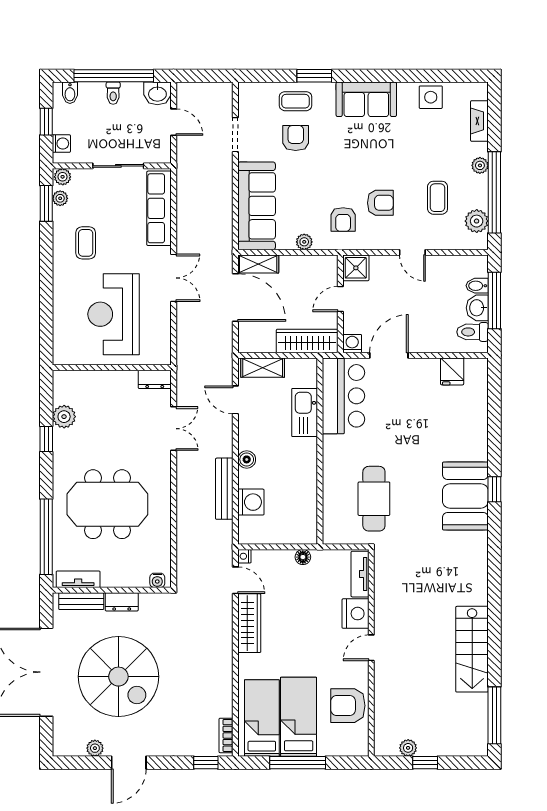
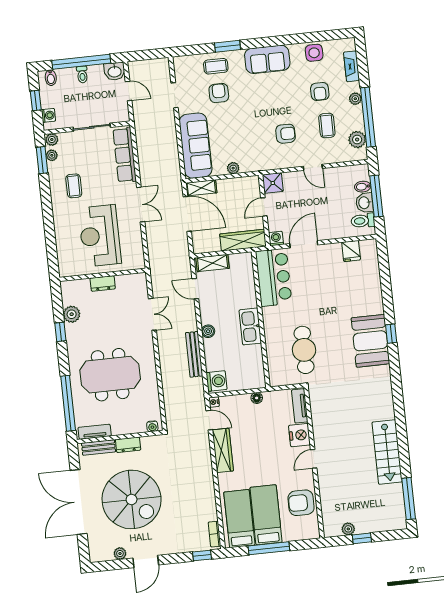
armchair: (343, 220) -> (320, 92), moved
dresser: (155, 379) -> (103, 283), moved
kitchen sink: (305, 412) -> (250, 326), moved
washing machine: (251, 502) -> (217, 381), moved

